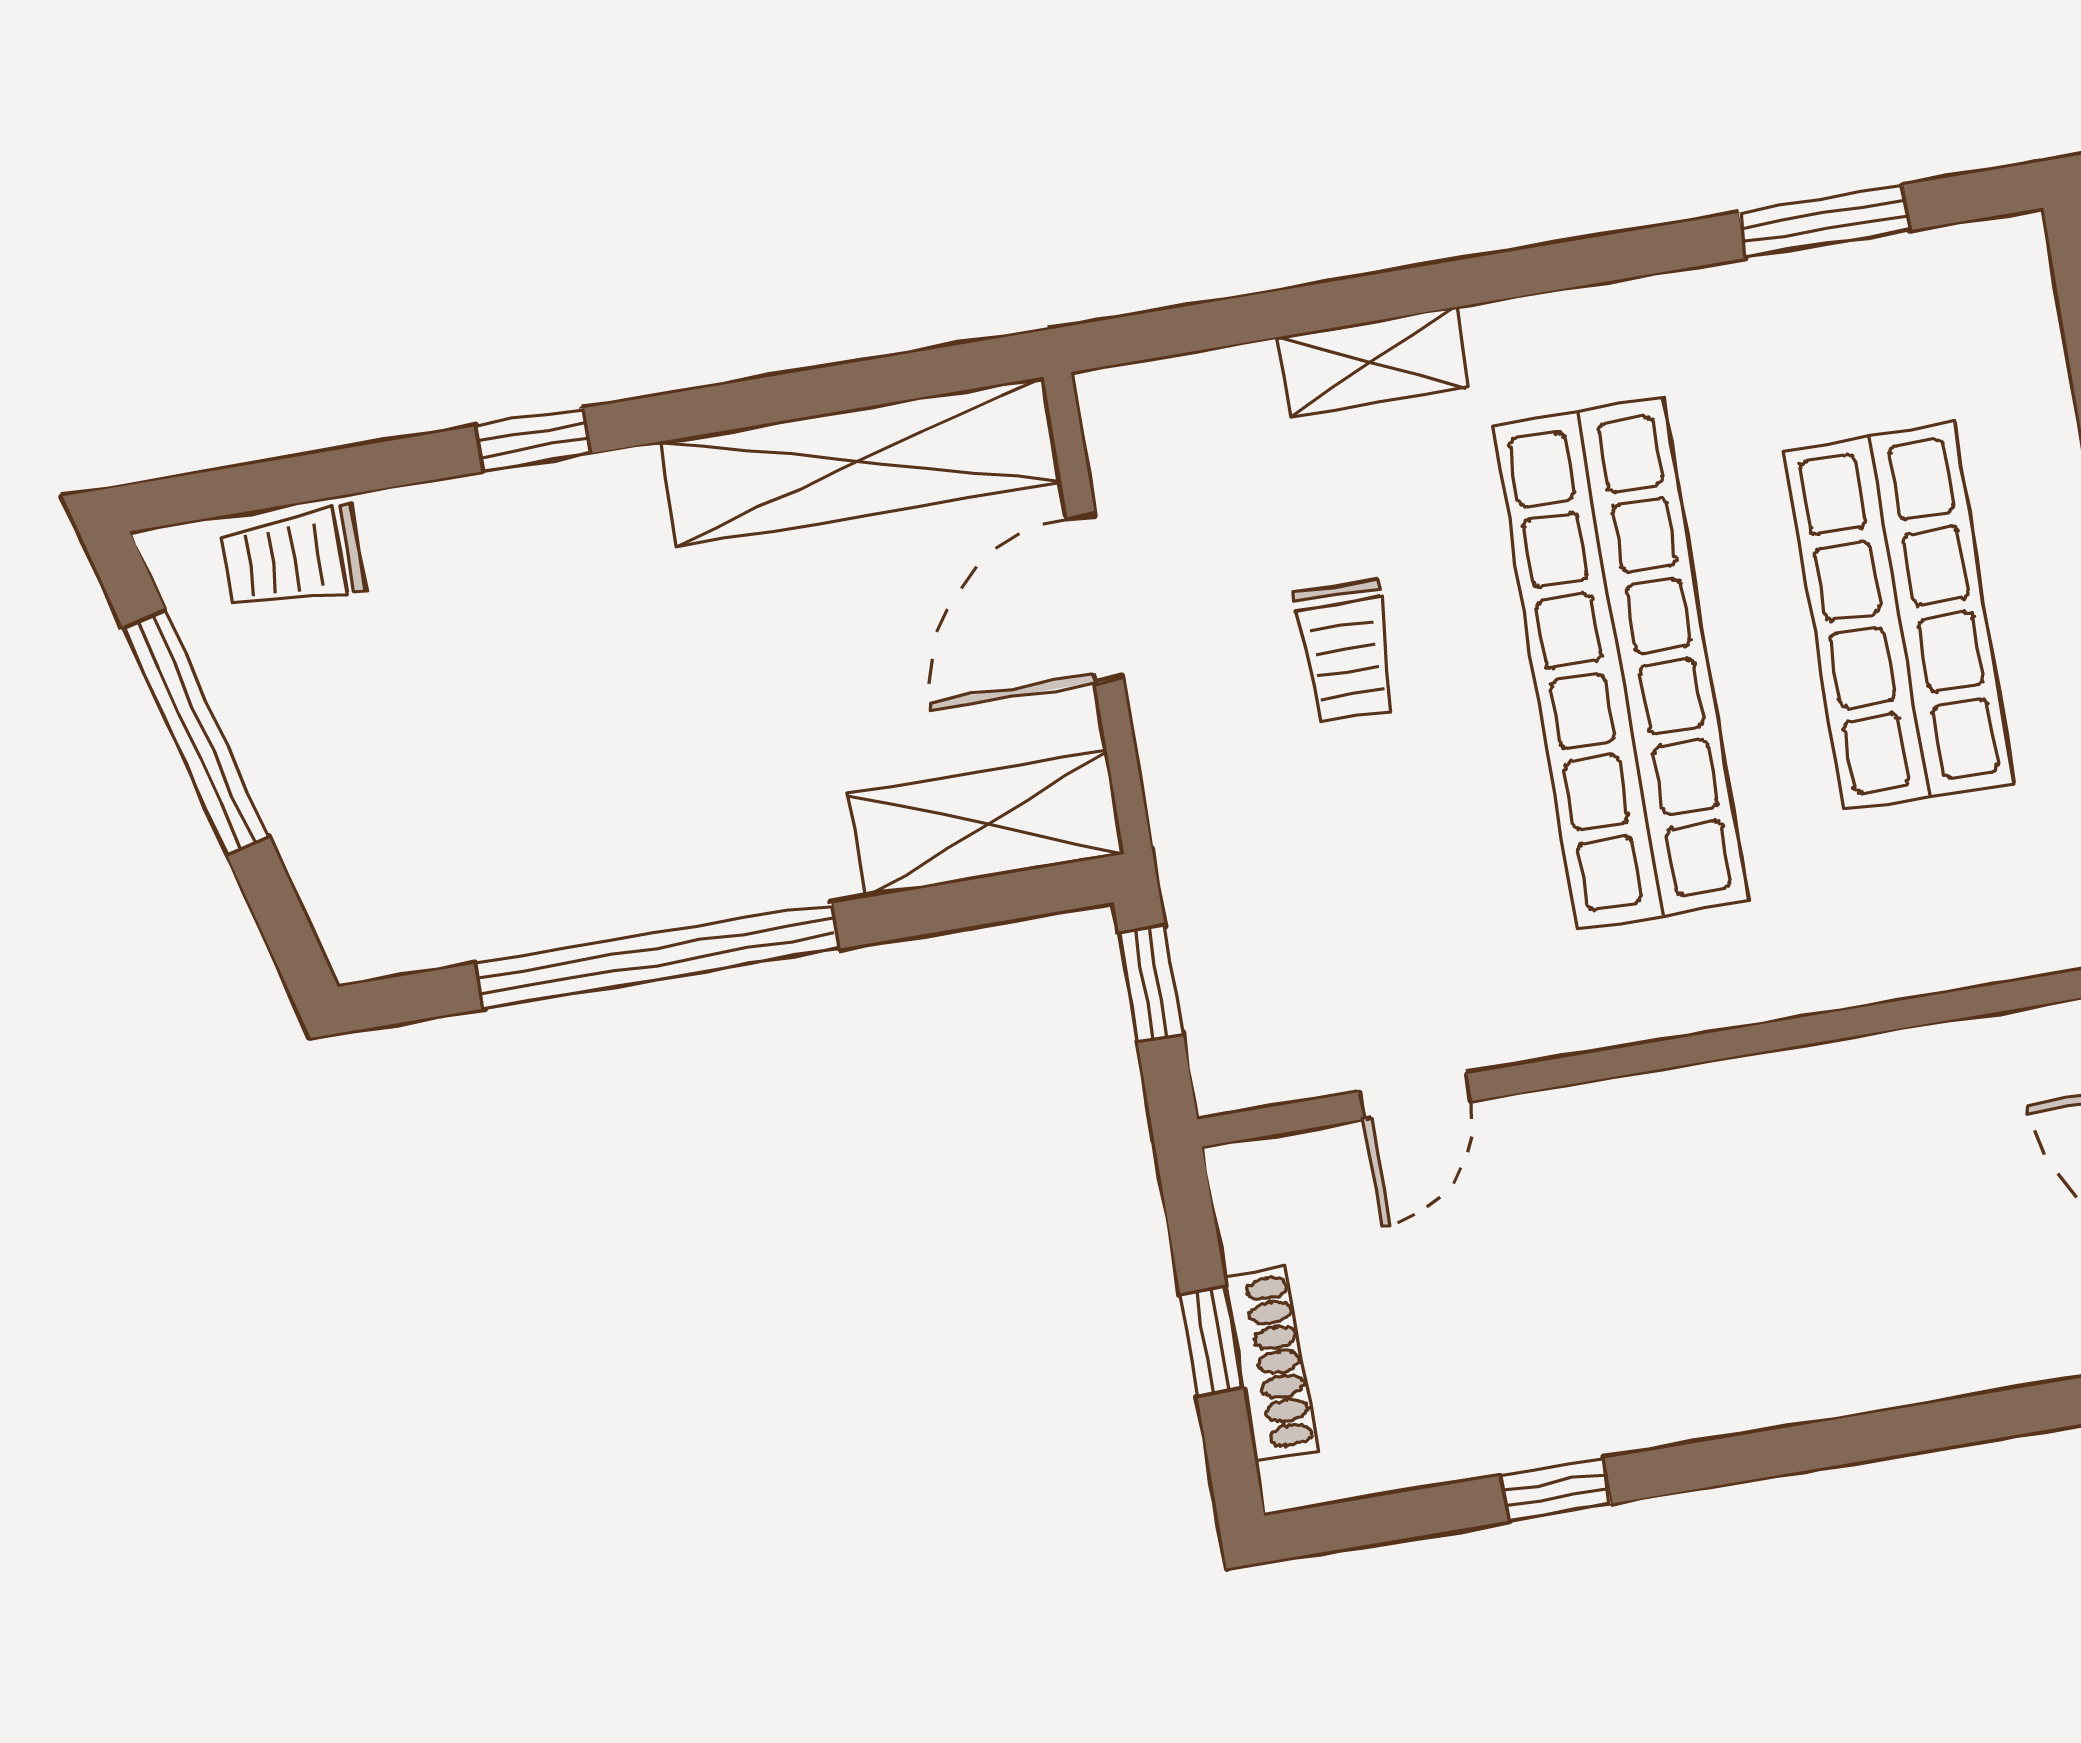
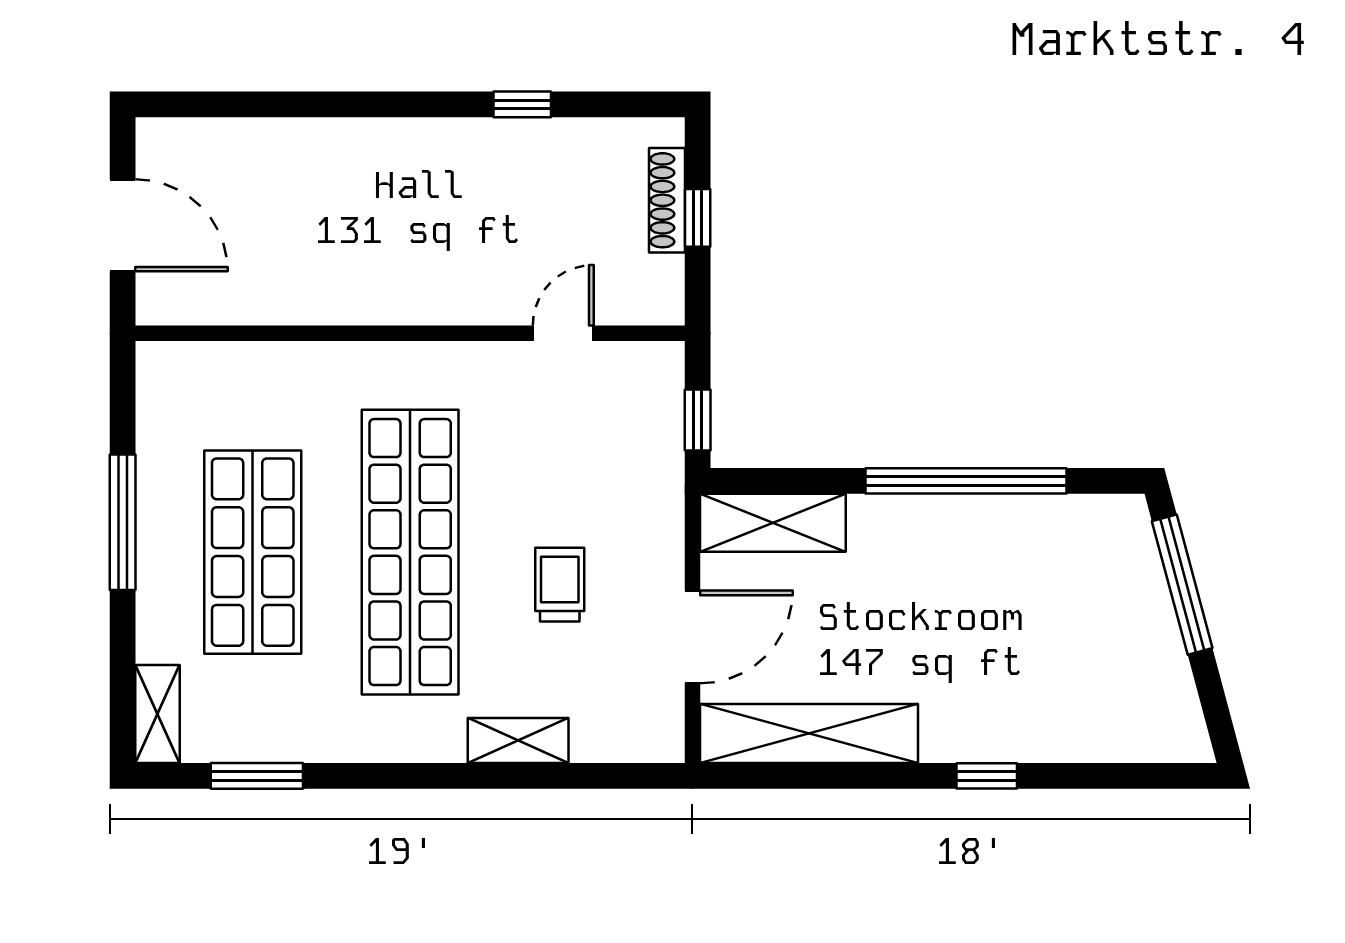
shelving: (2019, 301) -> (158, 714), added
trolley: (293, 559) -> (1129, 733), removed
window: (196, 732) -> (1182, 585), moved

